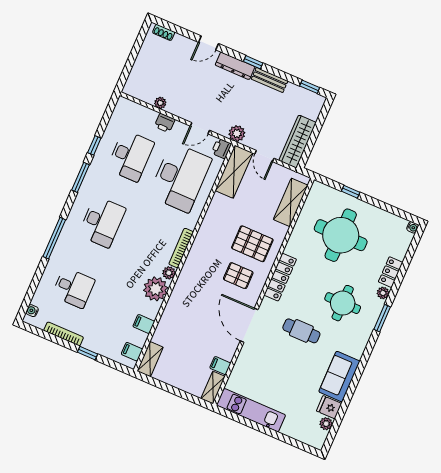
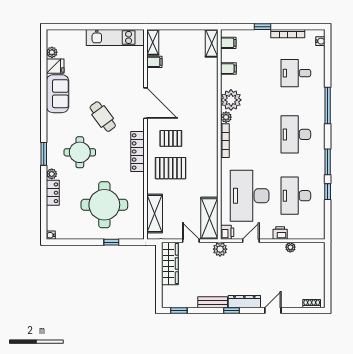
cafe table: (301, 331) -> (103, 117), turned 54

